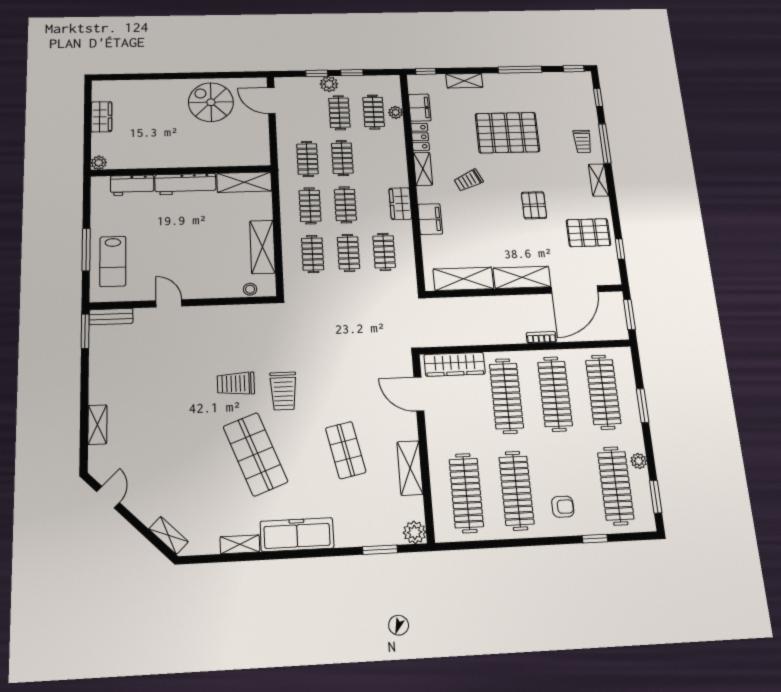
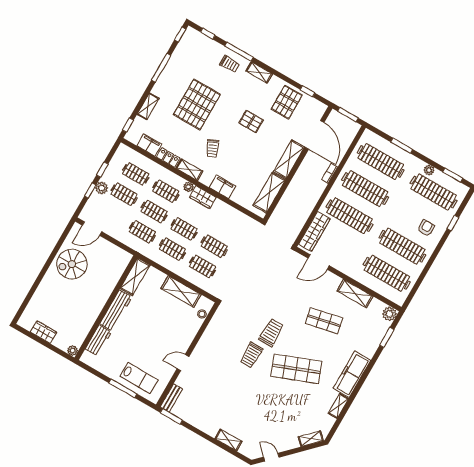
plant: (396, 112) -> (188, 187), moved
clothes rail: (384, 252) -> (166, 191), moved
trolley: (283, 391) -> (271, 333), turned -90

